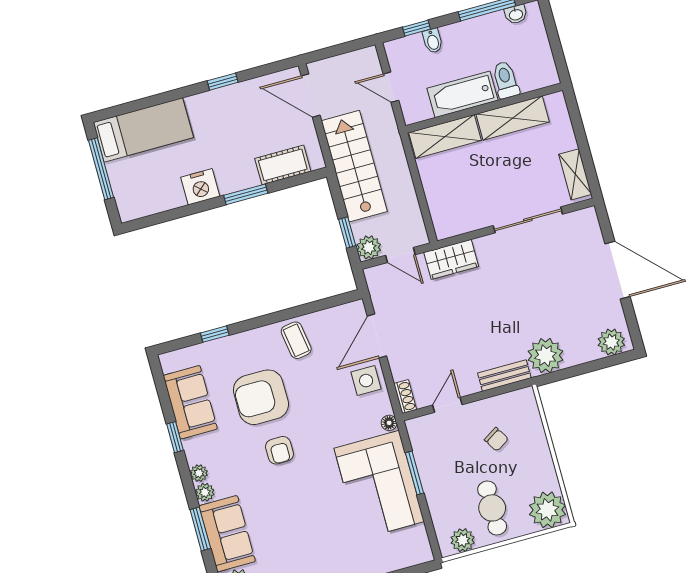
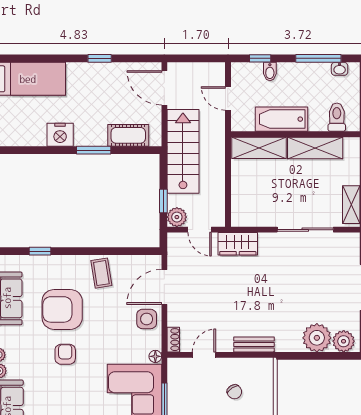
toilet: (506, 80) -> (337, 117), moved
plant: (546, 356) -> (317, 338), moved
armchair: (279, 450) -> (65, 354), turned 180

